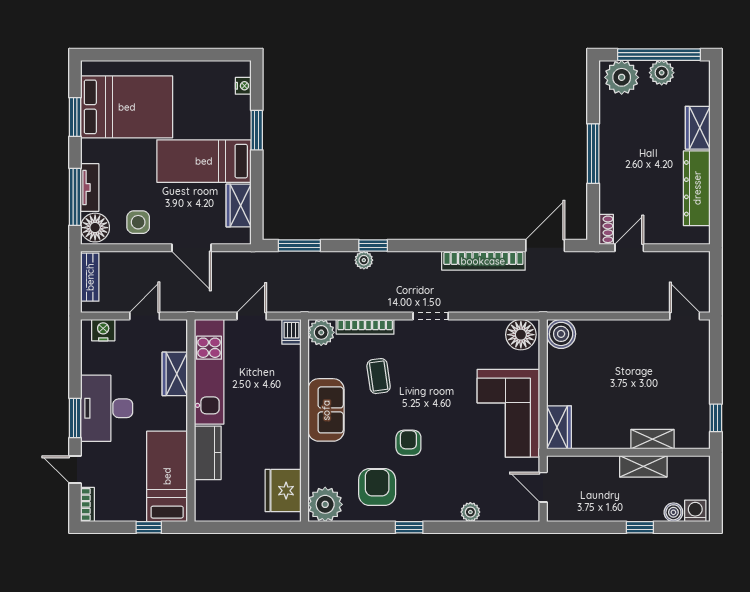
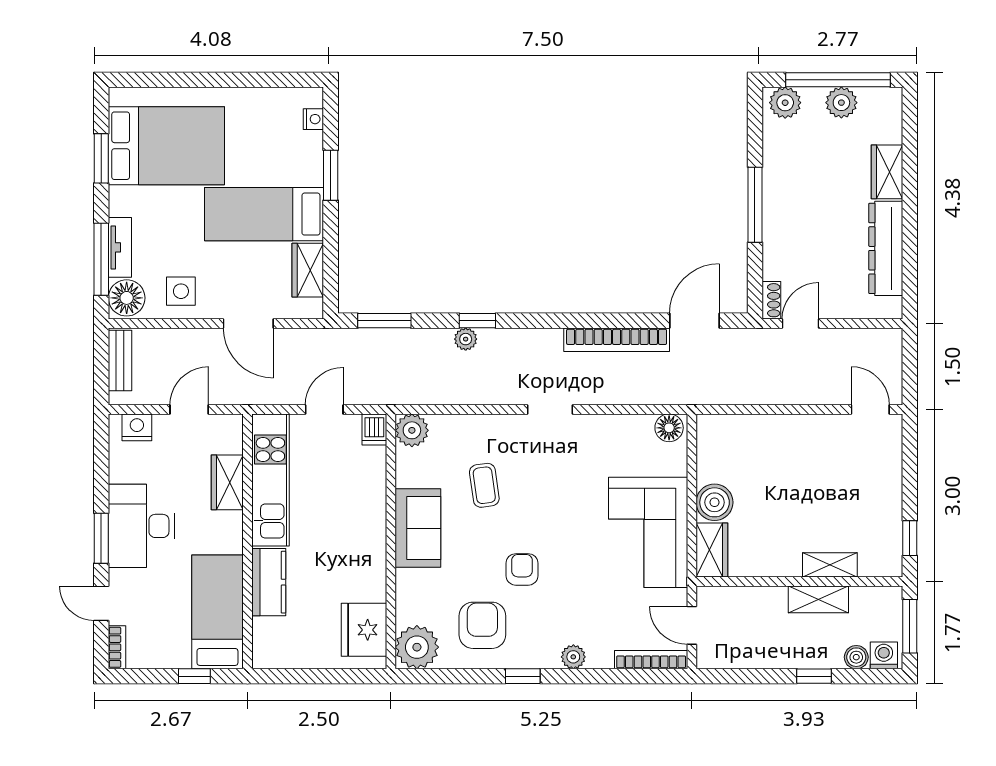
plant: (622, 77) -> (785, 103), width x0.73, depth x0.73
bookcase: (365, 327) -> (651, 660), moved, turned 180
boiler: (561, 334) -> (715, 502), moved
floor lamp: (521, 335) -> (669, 428), width x0.73, depth x0.73
window: (716, 488) -> (910, 626), added
plant: (470, 512) -> (573, 657), moved

